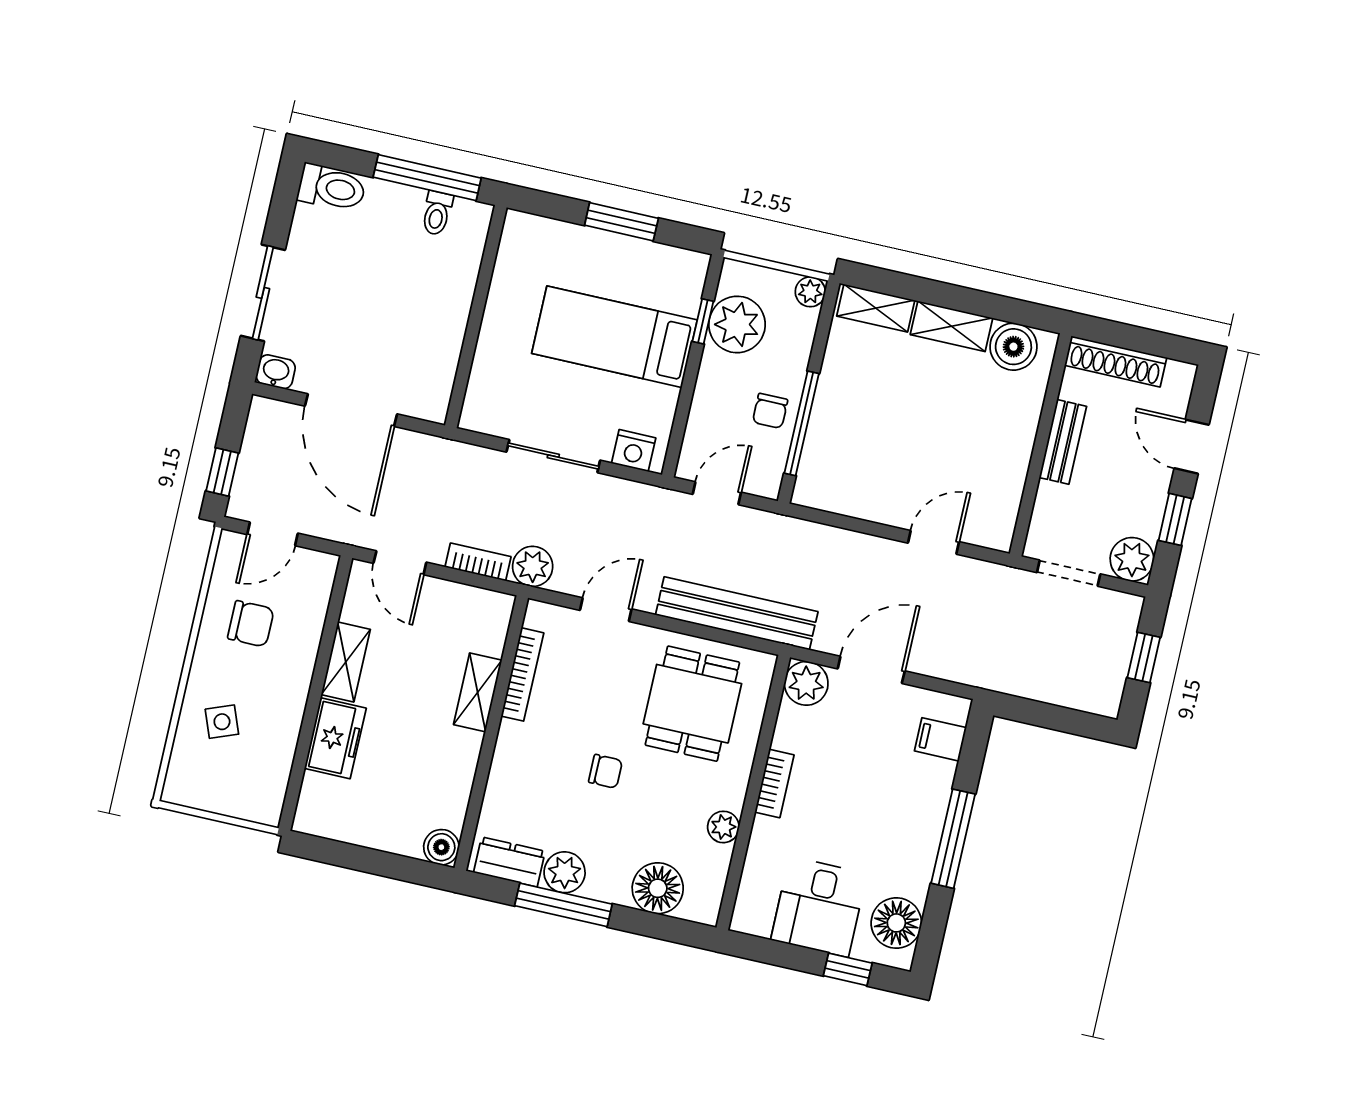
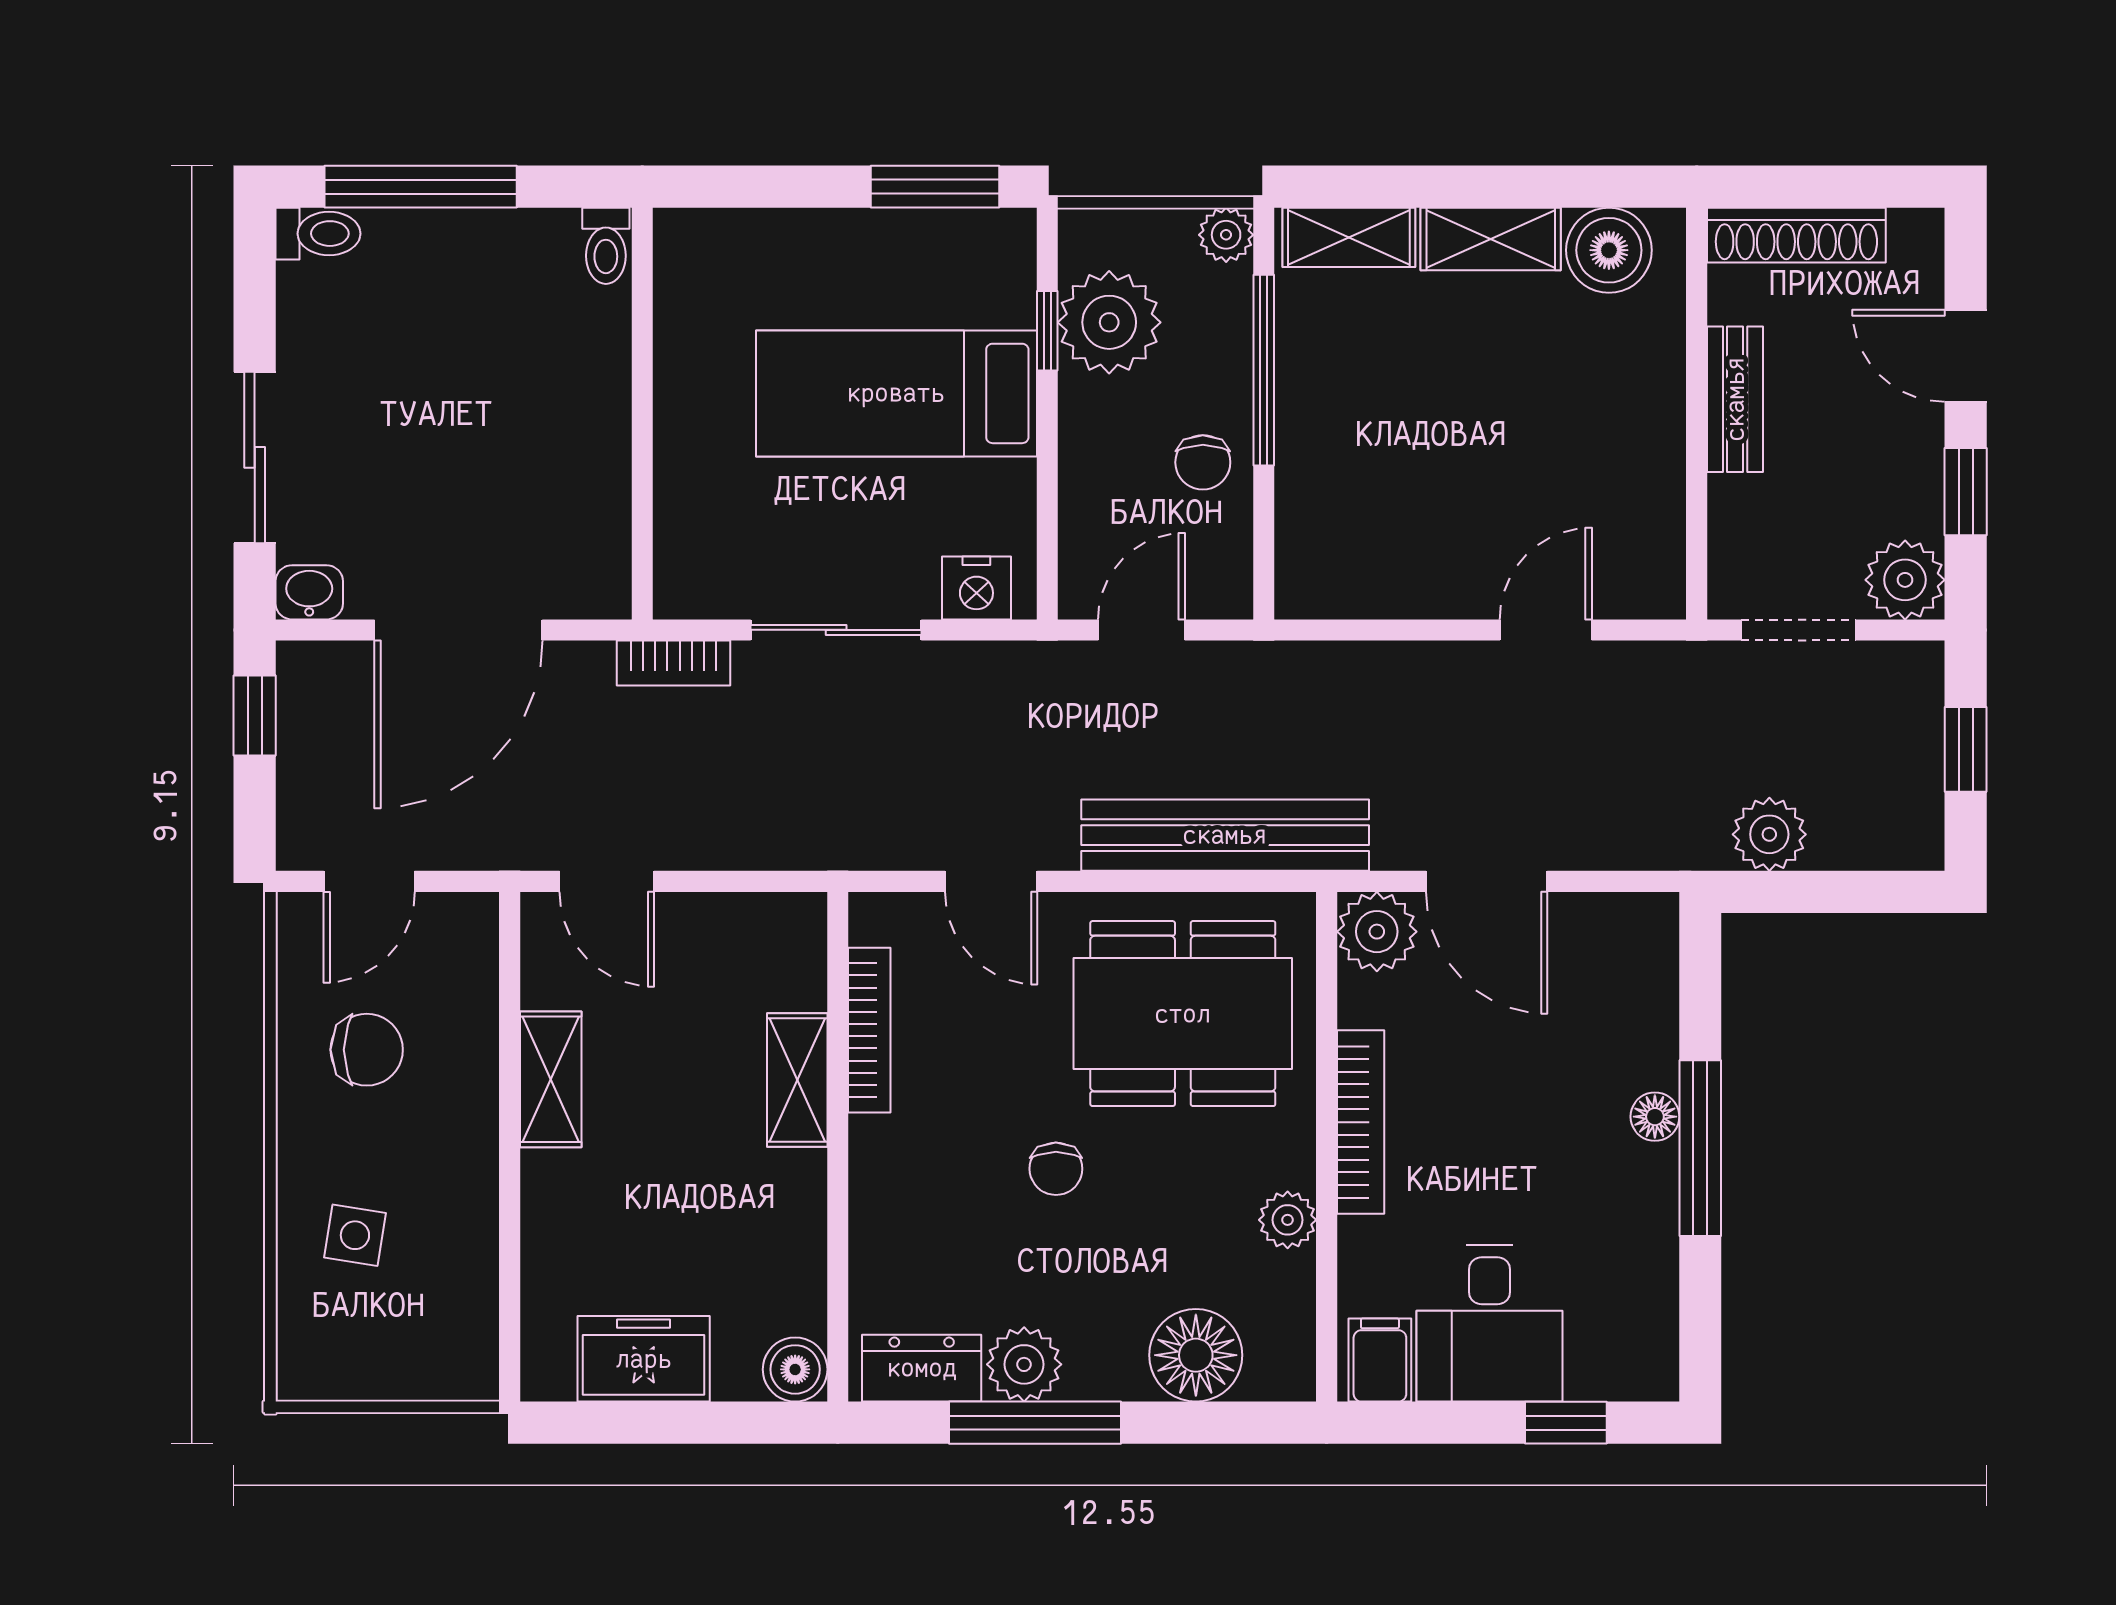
window: (427, 178) -> (421, 187), moved
toilet: (332, 188) -> (318, 234), width x0.73, depth x0.72
toilet: (437, 213) -> (606, 246), moved
window: (621, 222) -> (935, 187), moved
door: (351, 410) -> (458, 630), hinge flipped
window: (802, 423) -> (1264, 370), moved
window: (222, 472) -> (255, 716), moved
bookcase: (478, 562) -> (674, 663), moved, turned 180
plant: (533, 566) -> (1769, 834), moved
door: (606, 610) -> (991, 881), swing flipped
door: (871, 670) -> (1487, 881), swing flipped
dining table: (692, 704) -> (1183, 1014), width x1.38
side table: (222, 722) -> (355, 1235), turned 30
freezer: (335, 738) -> (644, 1359), moved, turned -90
filing cabinet: (940, 739) -> (1380, 1360), moved, turned 90
chair: (605, 771) -> (1056, 1169), turned 90
bookcase: (774, 783) -> (1361, 1122), width x1.56
floor lamp: (896, 923) -> (1655, 1117), moved, width x0.53, depth x0.53

